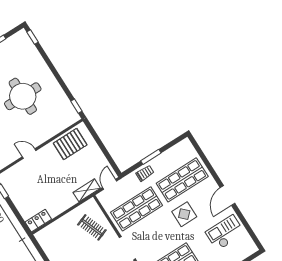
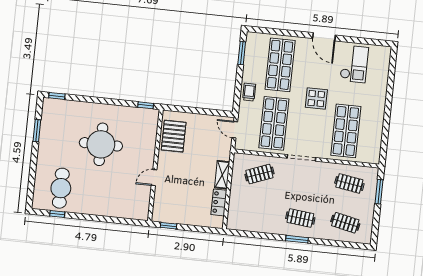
window: (151, 157) -> (242, 53), moved
shelving: (87, 190) -> (222, 175), moved
display table: (184, 214) -> (316, 99), moved
locker: (38, 221) -> (219, 202), moved
checkout: (225, 233) -> (354, 64), turned 180

